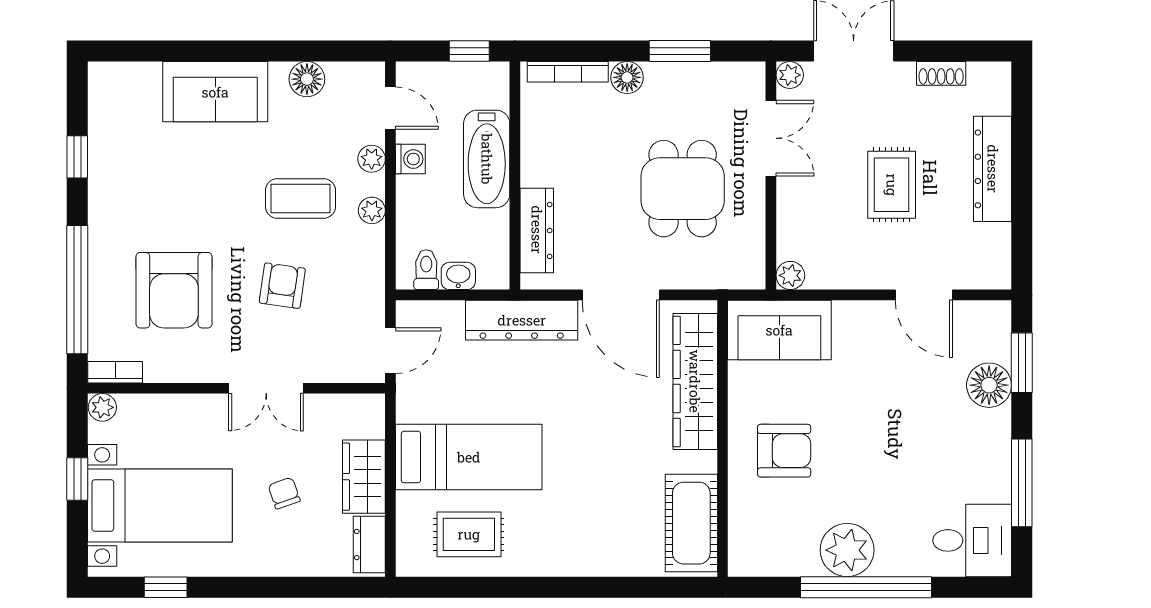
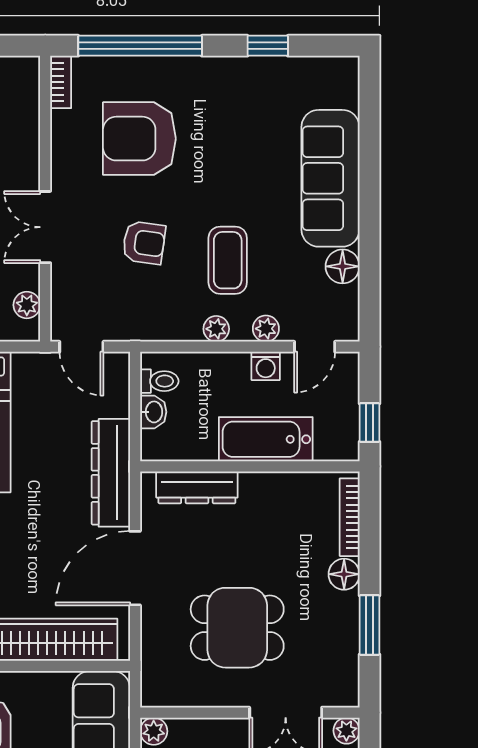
sofa: (215, 92) -> (330, 178), width x1.36
plant: (102, 407) -> (27, 305), moved

